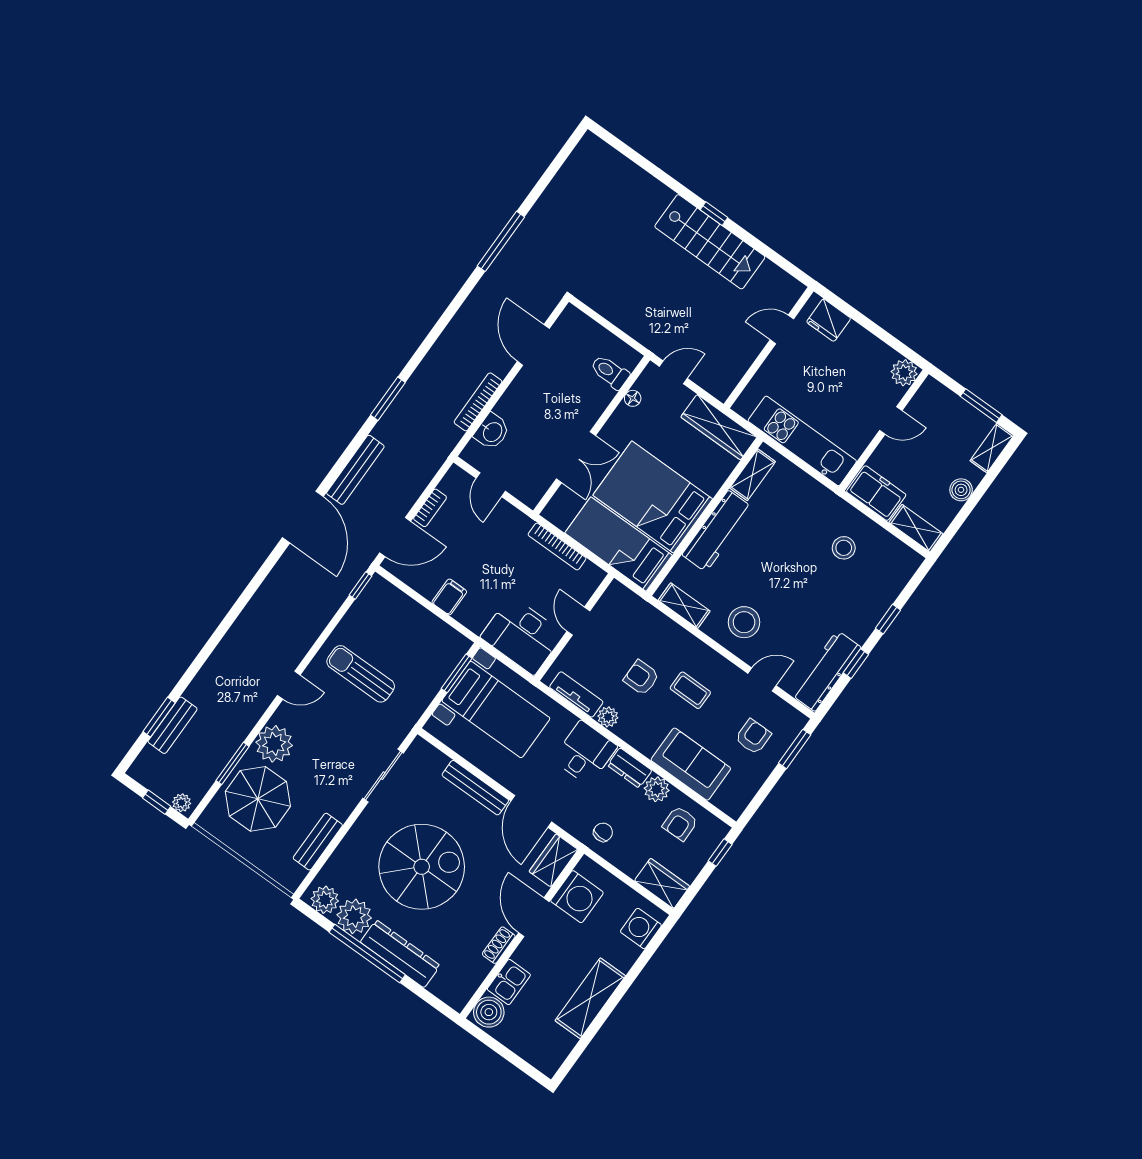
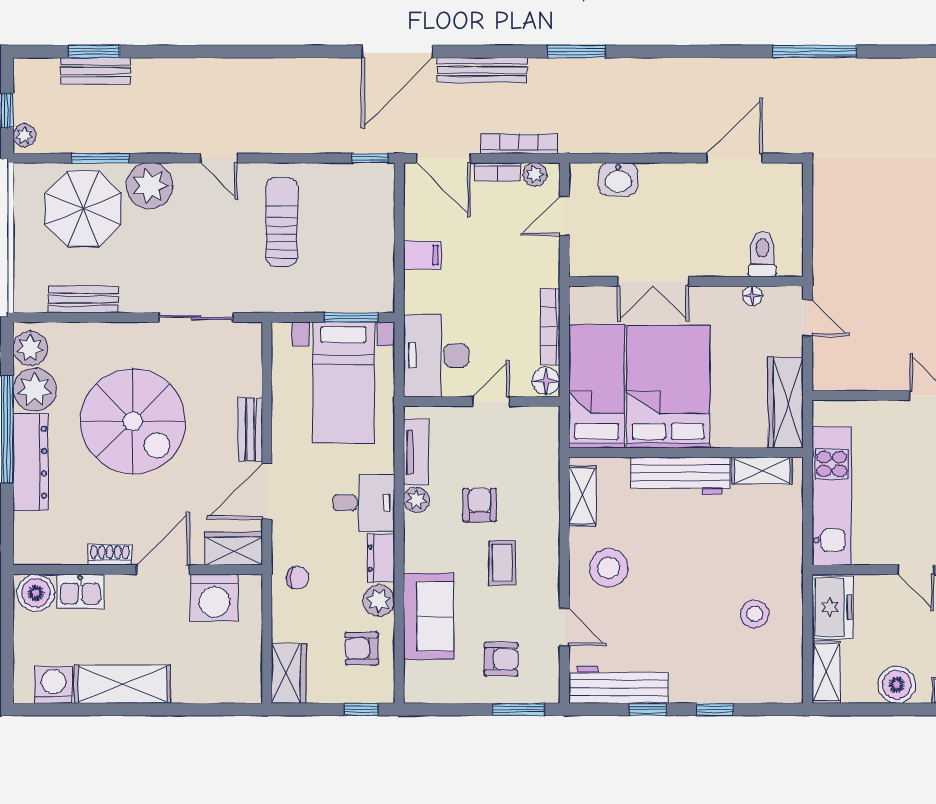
bookcase: (478, 402) -> (519, 144), moved
plant: (449, 484) -> (535, 174), added
boiler: (961, 490) -> (897, 685), width x1.36, depth x1.36
floor lamp: (591, 575) -> (546, 381), added
bench: (475, 788) -> (250, 430), width x0.73
washing machine: (641, 928) -> (54, 685), moved

